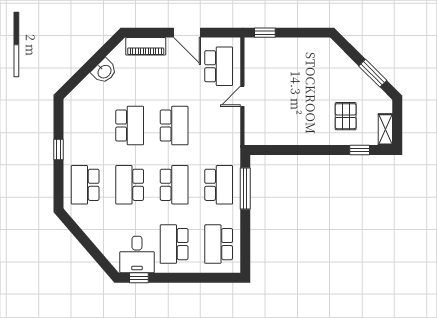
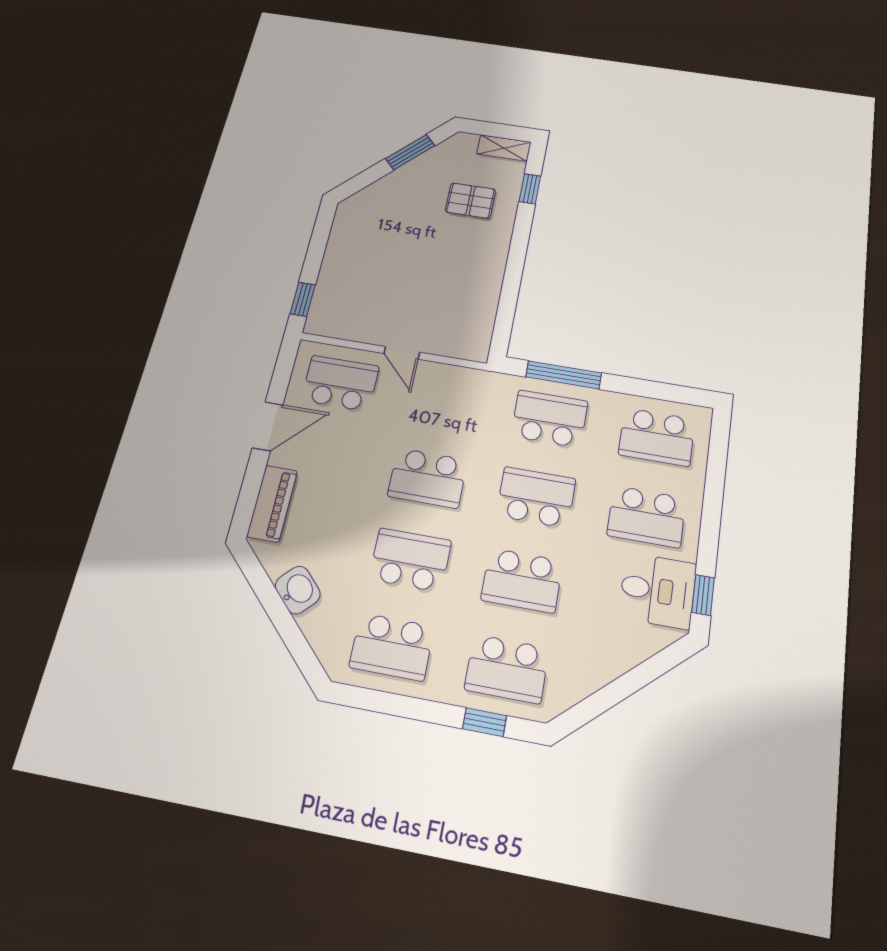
school desk: (85, 126) -> (392, 647), added
school desk: (174, 126) -> (428, 478), turned 180
window: (58, 149) -> (485, 722), moved

